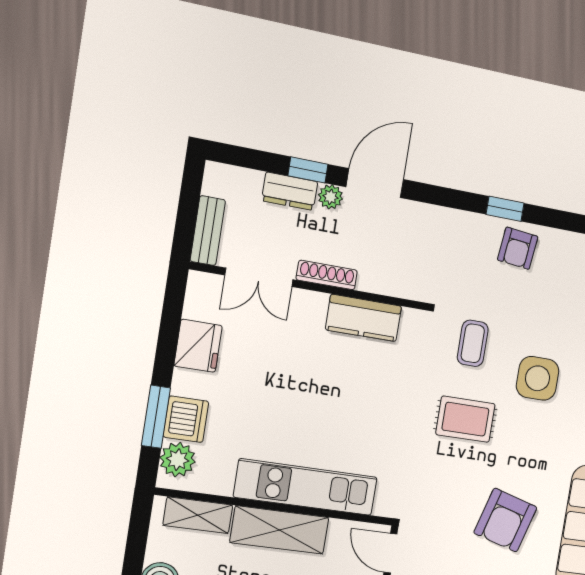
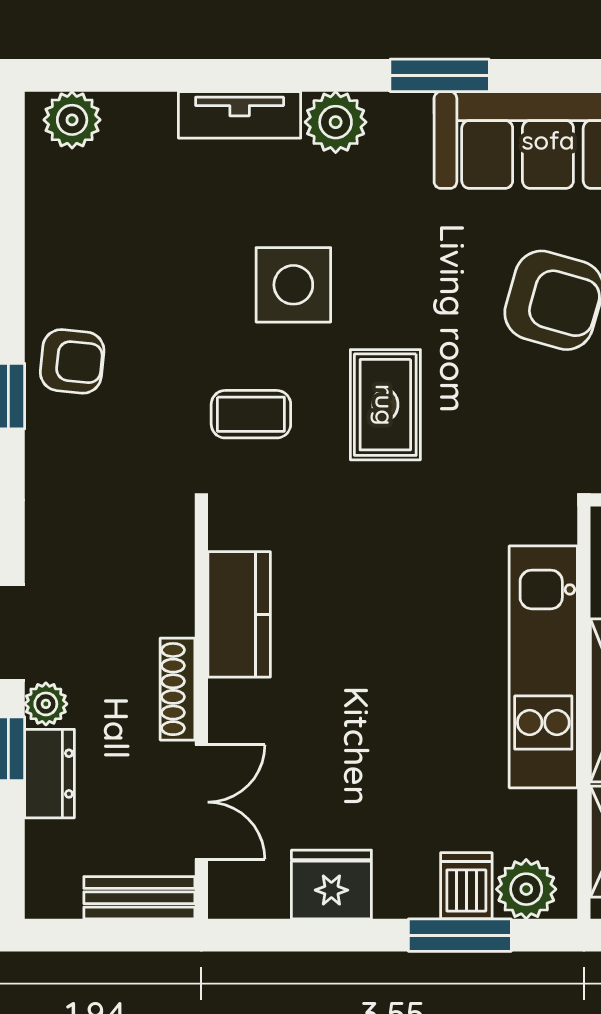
dishwasher: (186, 419) -> (466, 886), width x0.73

